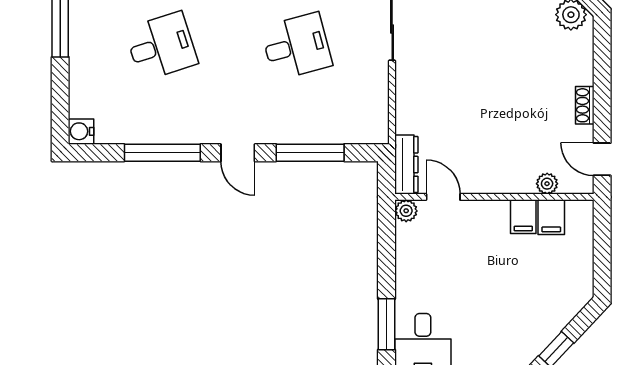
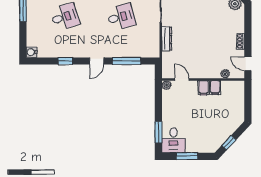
window: (162, 153) -> (65, 61), width x0.46
door: (238, 153) -> (97, 61), hinge flipped
dresser: (406, 165) -> (167, 39), moved
filing cabinet: (551, 217) -> (204, 88), moved

